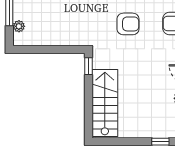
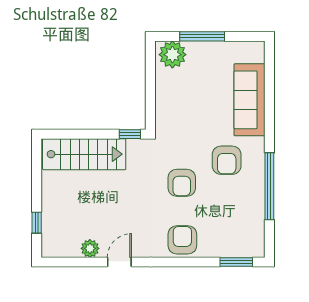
plant: (19, 26) -> (172, 55), width x1.88, depth x1.88

